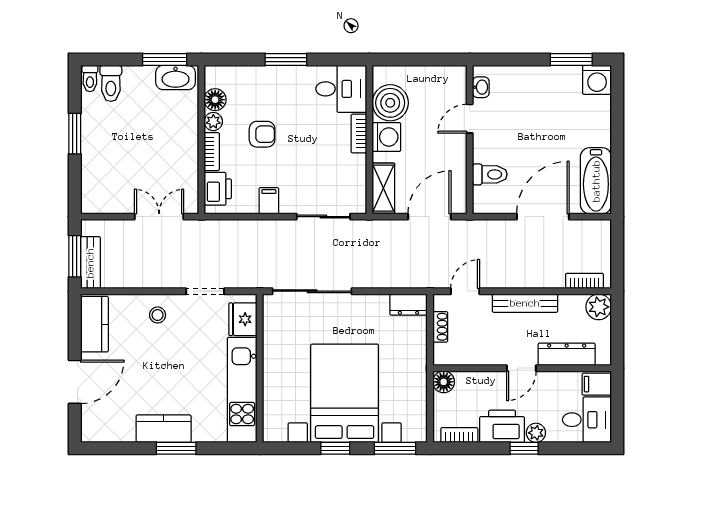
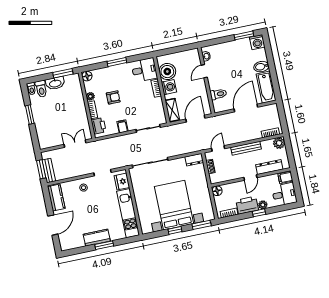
washbasin: (176, 77) -> (55, 83), moved
floor lamp: (215, 100) -> (87, 76), moved
bidet: (595, 134) -> (261, 67), added

